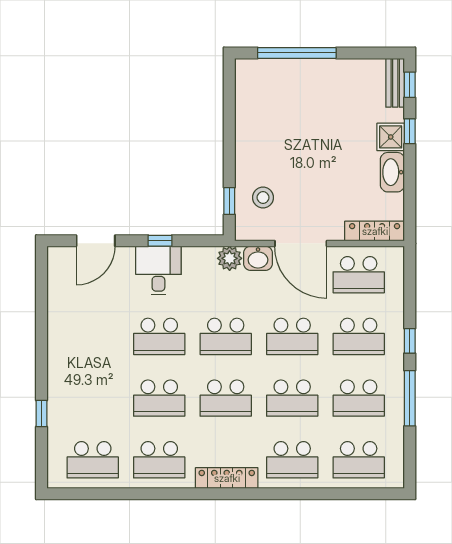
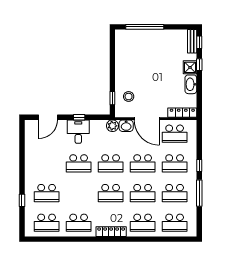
school desk: (159, 398) -> (47, 193), moved

